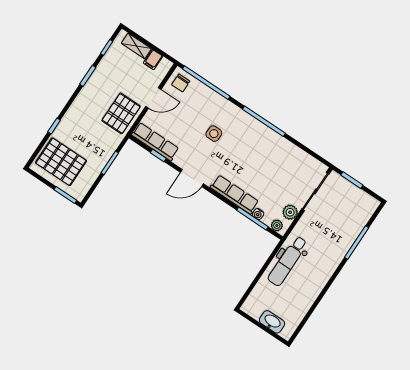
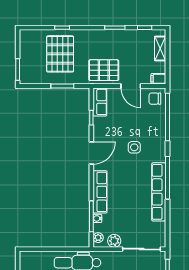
filing cabinet: (153, 60) -> (158, 79), moved
row of seats: (272, 139) -> (159, 192), added
row of seats: (155, 142) -> (100, 102), width x0.68
pallet: (61, 162) -> (60, 54), moved
door: (192, 178) -> (91, 153), swing flipped

